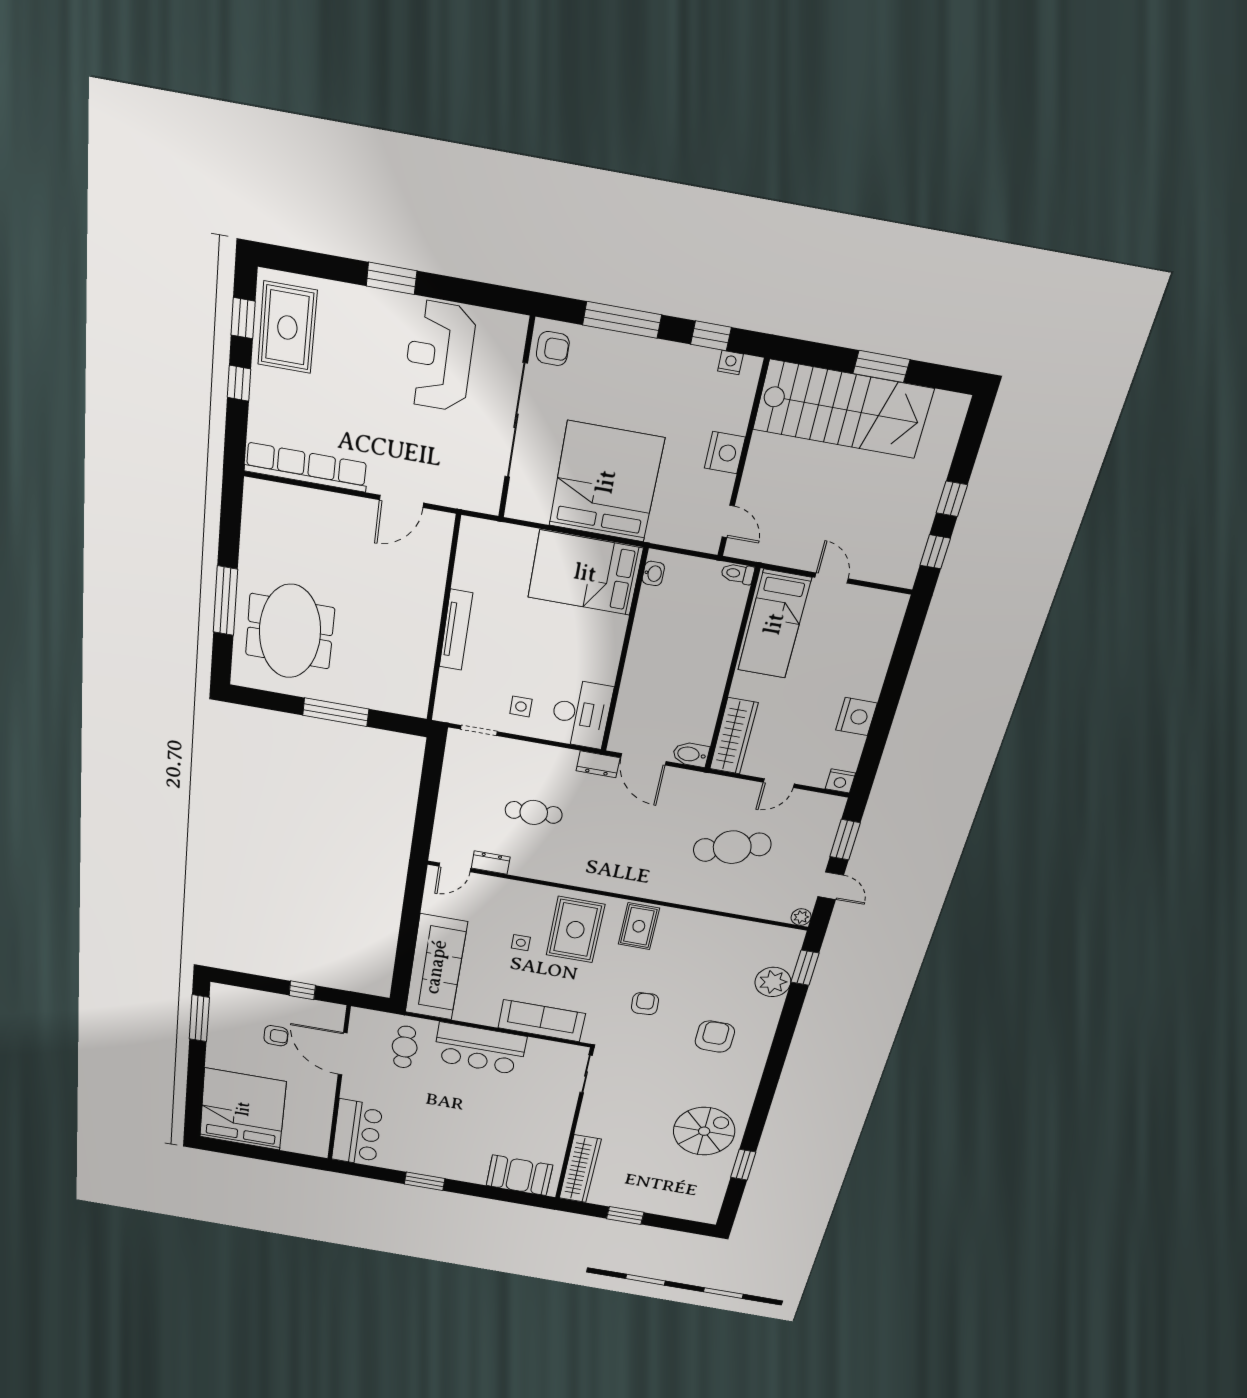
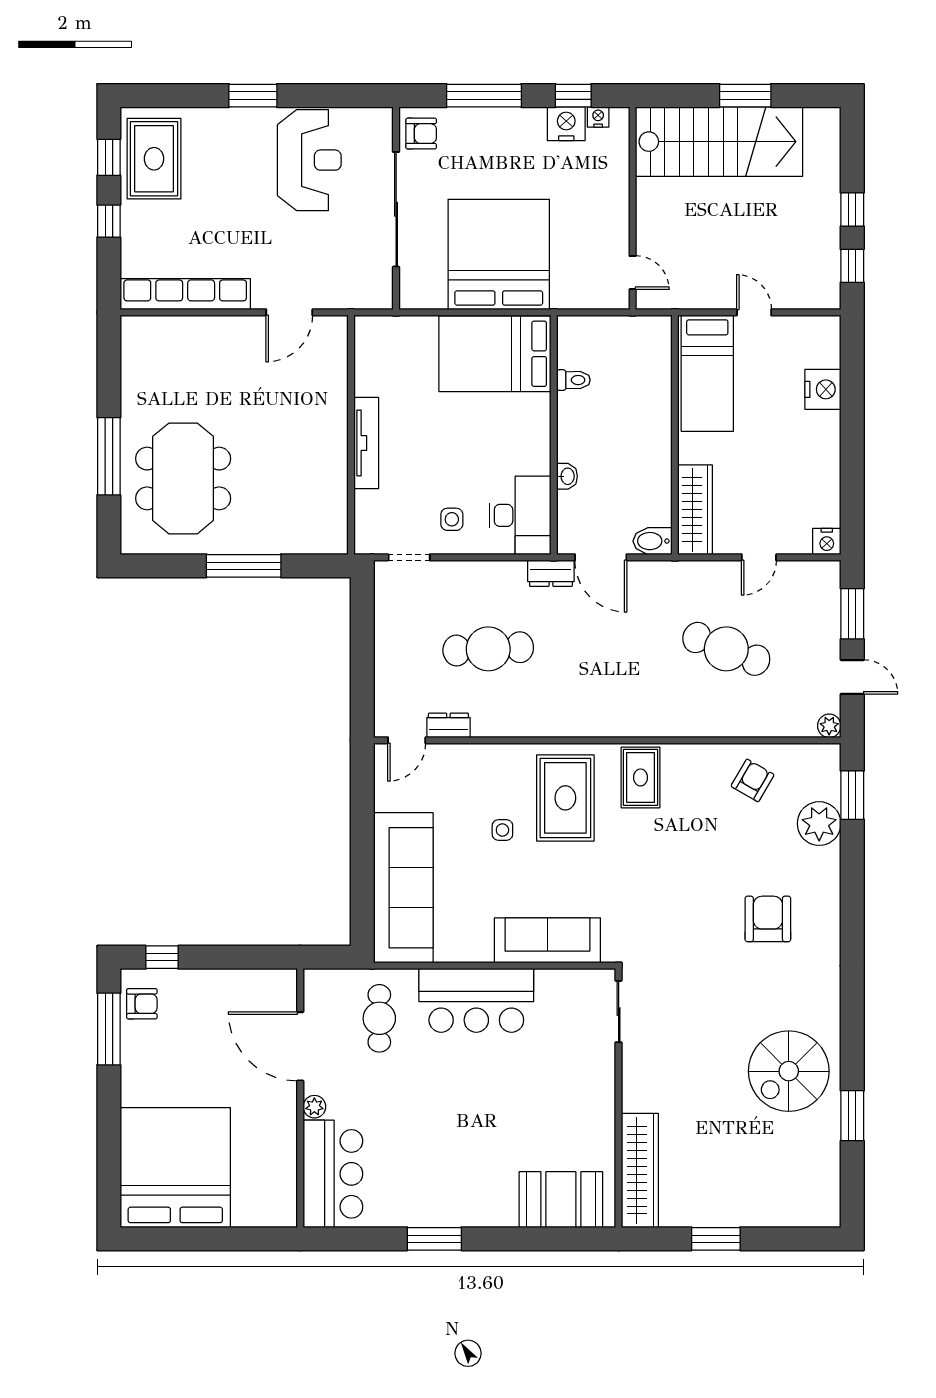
reception desk: (439, 356) -> (309, 160), turned 180
nightstand: (725, 453) -> (566, 124), moved, turned -90
washbasin: (653, 573) -> (567, 476), moved
toilet: (738, 574) -> (573, 380), moved, turned 180
nightstand: (856, 716) -> (823, 389), moved
cafe table: (534, 812) -> (488, 649), width x1.37, depth x1.35
cafe table: (732, 847) -> (726, 649), turned 39
window: (302, 990) -> (162, 957), moved
armchair: (645, 1004) -> (752, 780), moved, turned 34
armchair: (276, 1036) -> (142, 1004), moved
plant: (349, 1092) -> (314, 1107), added
spiral stairs: (704, 1131) -> (789, 1071), turned 180

